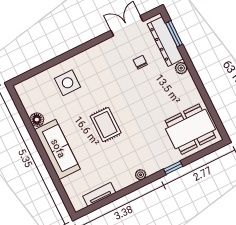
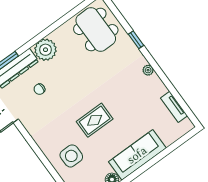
plant: (181, 68) -> (45, 50), width x1.88, depth x1.88
rug: (106, 125) -> (95, 120), moved

